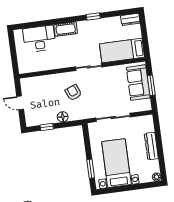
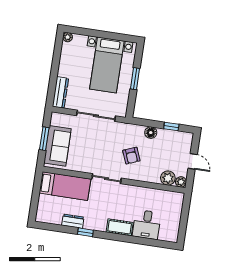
dresser: (130, 19) -> (73, 221), moved
desk: (39, 39) -> (147, 224), width x0.73
plant: (25, 83) -> (181, 182), added
plant: (37, 83) -> (168, 178), added
dresser: (151, 146) -> (60, 92), moved
window: (91, 169) -> (135, 79), moved

